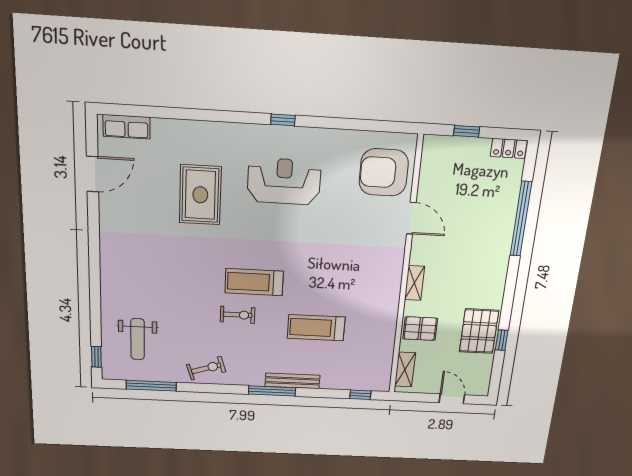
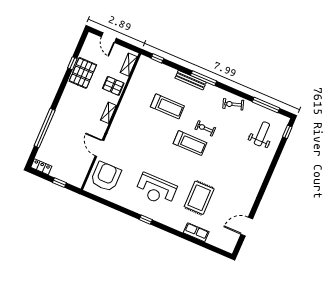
row of seats: (127, 127) -> (196, 232), moved
armchair: (384, 172) -> (106, 177), turned -90

